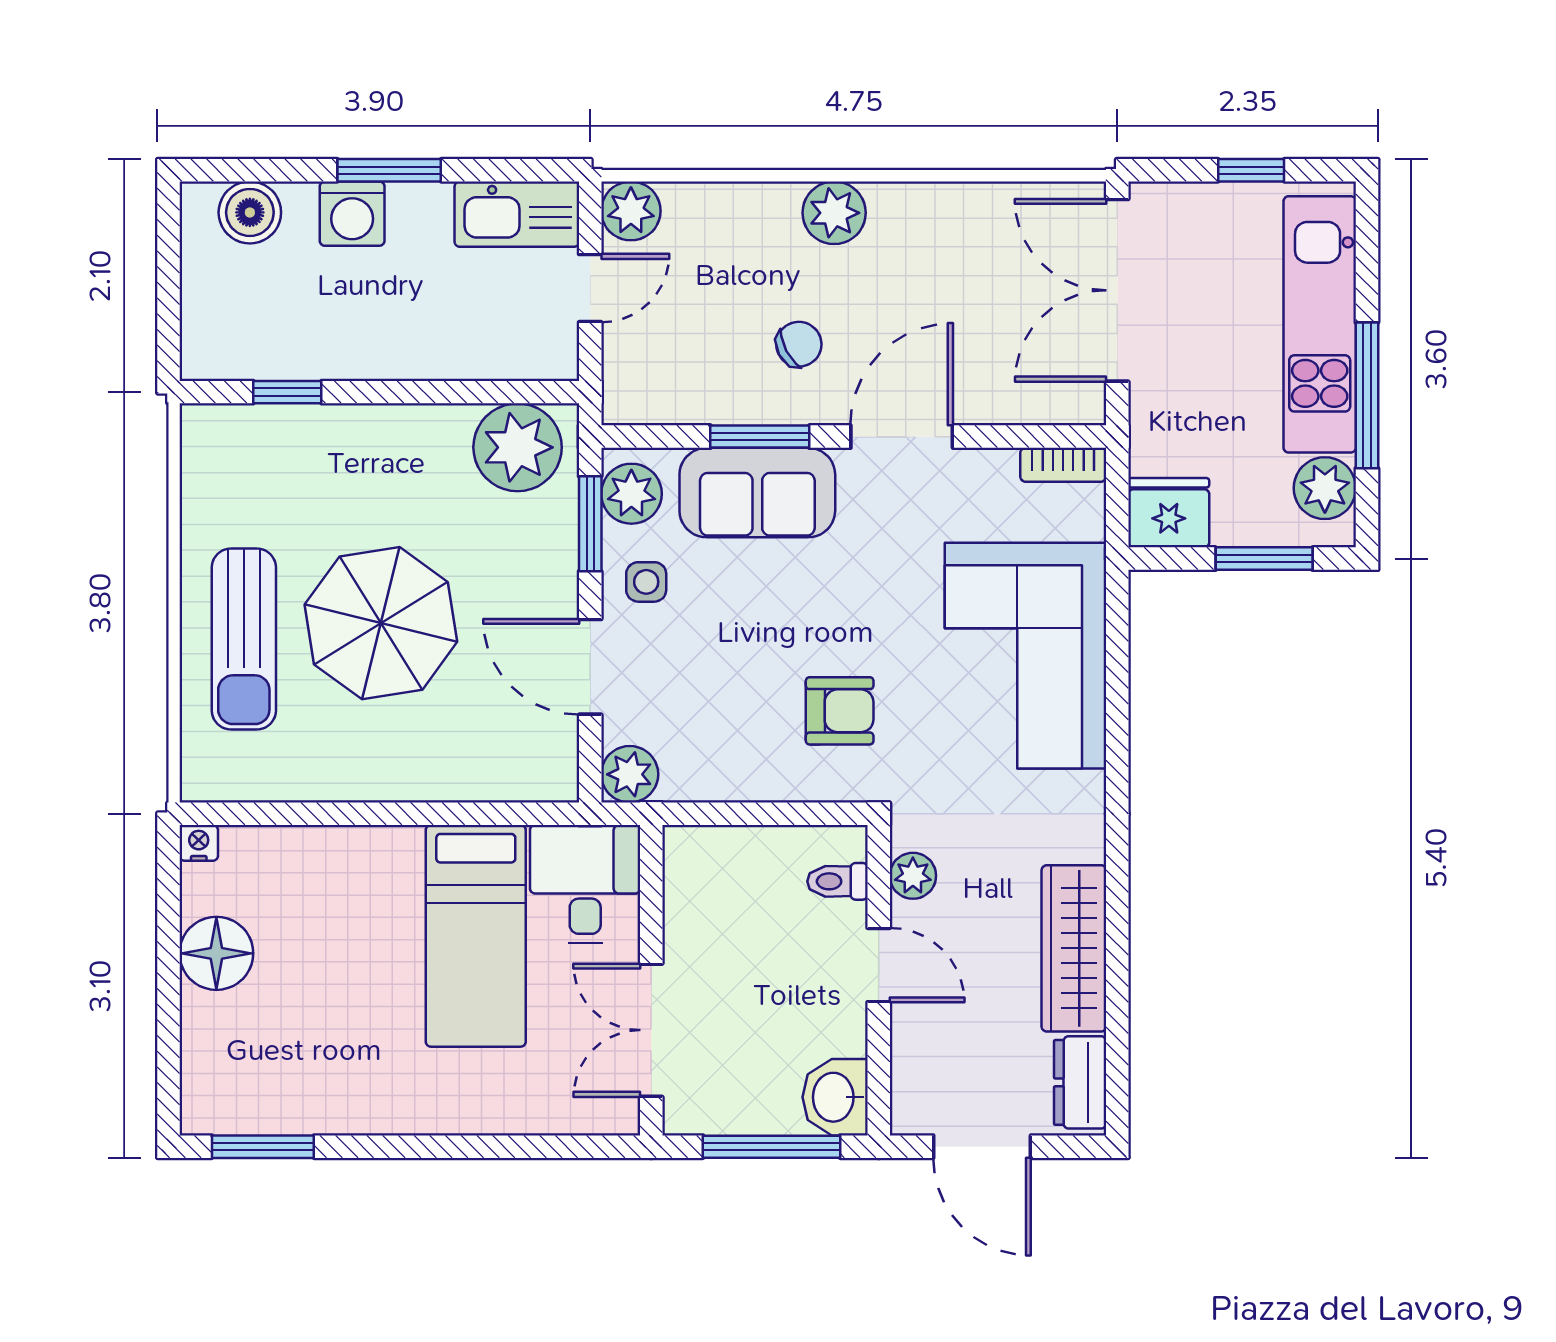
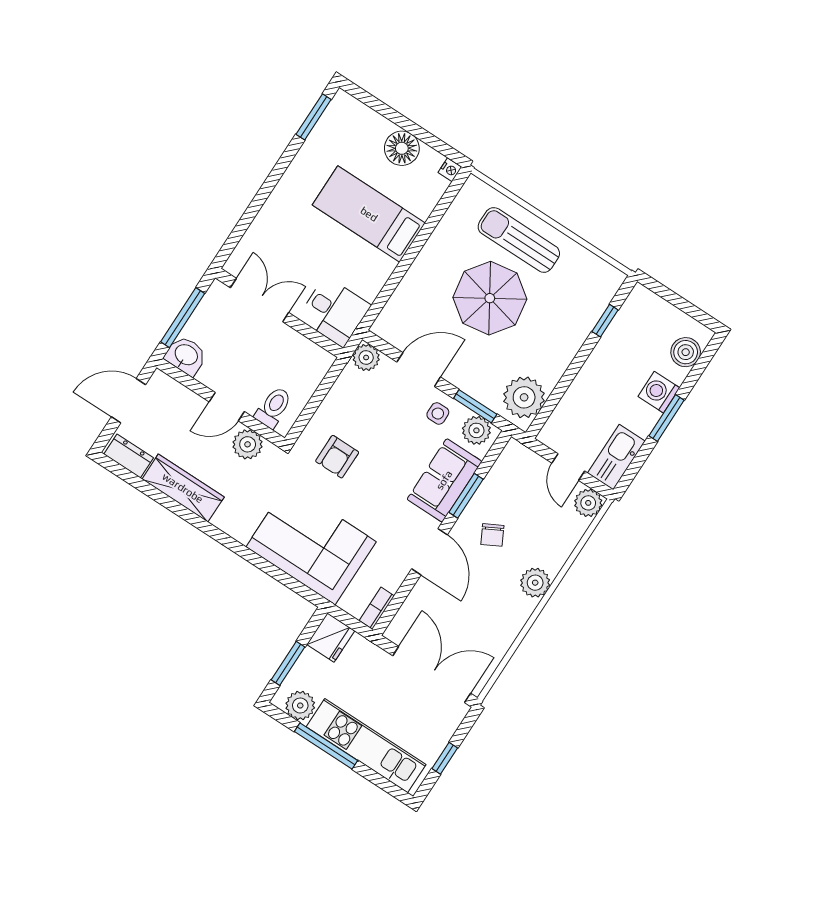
plant: (913, 876) -> (248, 444), width x1.38, depth x1.38
toilet: (837, 881) -> (273, 407), width x1.37, depth x1.39
bed: (476, 936) -> (369, 214), moved

